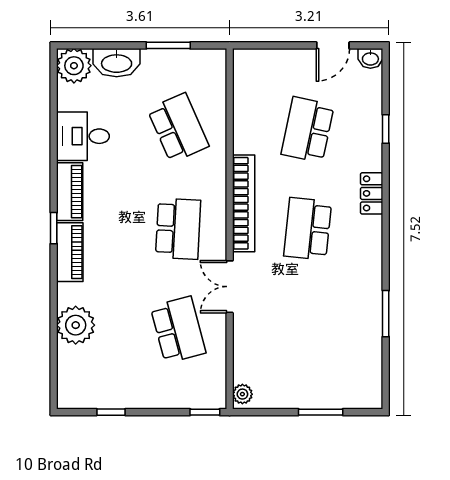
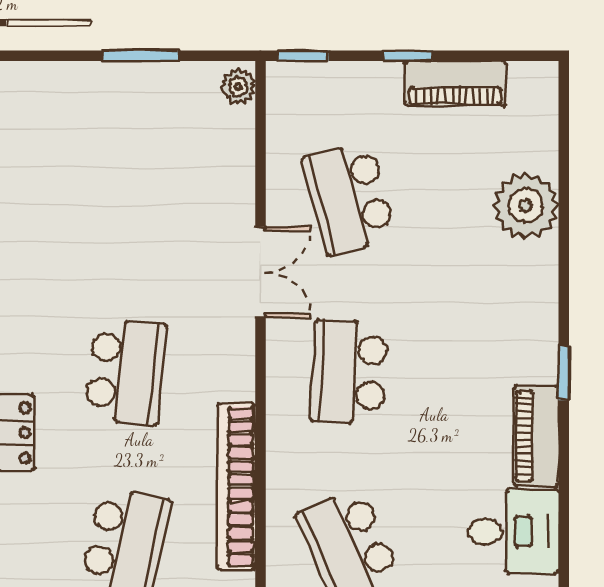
bookcase: (244, 203) -> (236, 487), moved
piano: (70, 252) -> (455, 83), moved, turned -90
window: (111, 412) -> (408, 56), moved
window: (321, 412) -> (140, 56), moved

